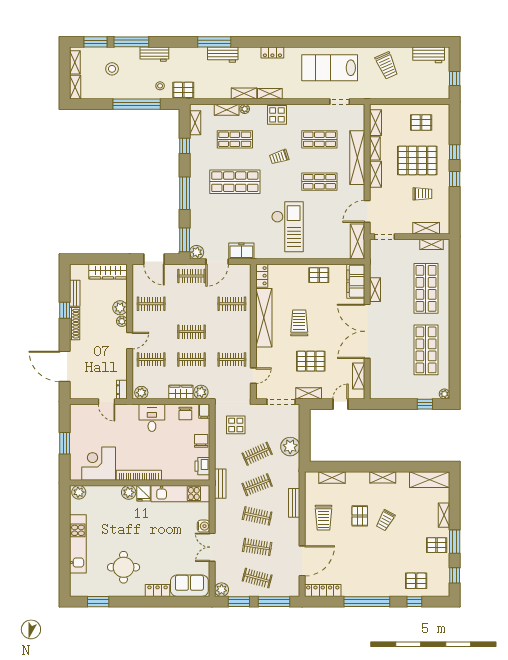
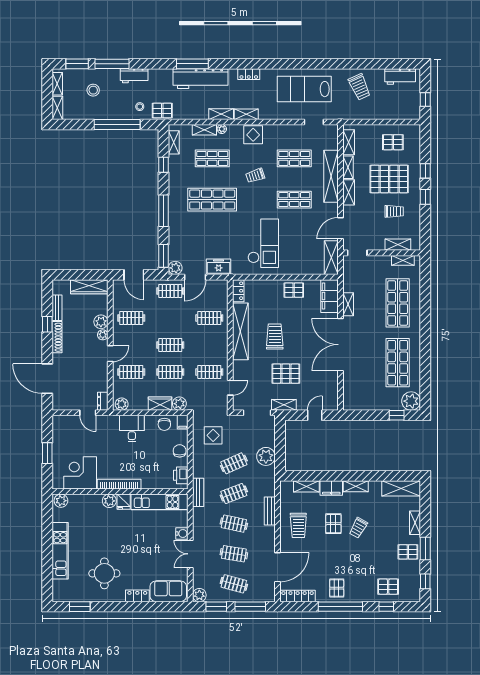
workbench: (223, 55) -> (201, 79), width x1.88, depth x1.32
shelving: (359, 376) -> (332, 388), removed
plant: (444, 394) -> (411, 401), width x1.87, depth x1.87
filing cabinet: (358, 479) -> (331, 488), added
pallet: (363, 582) -> (337, 588), added

